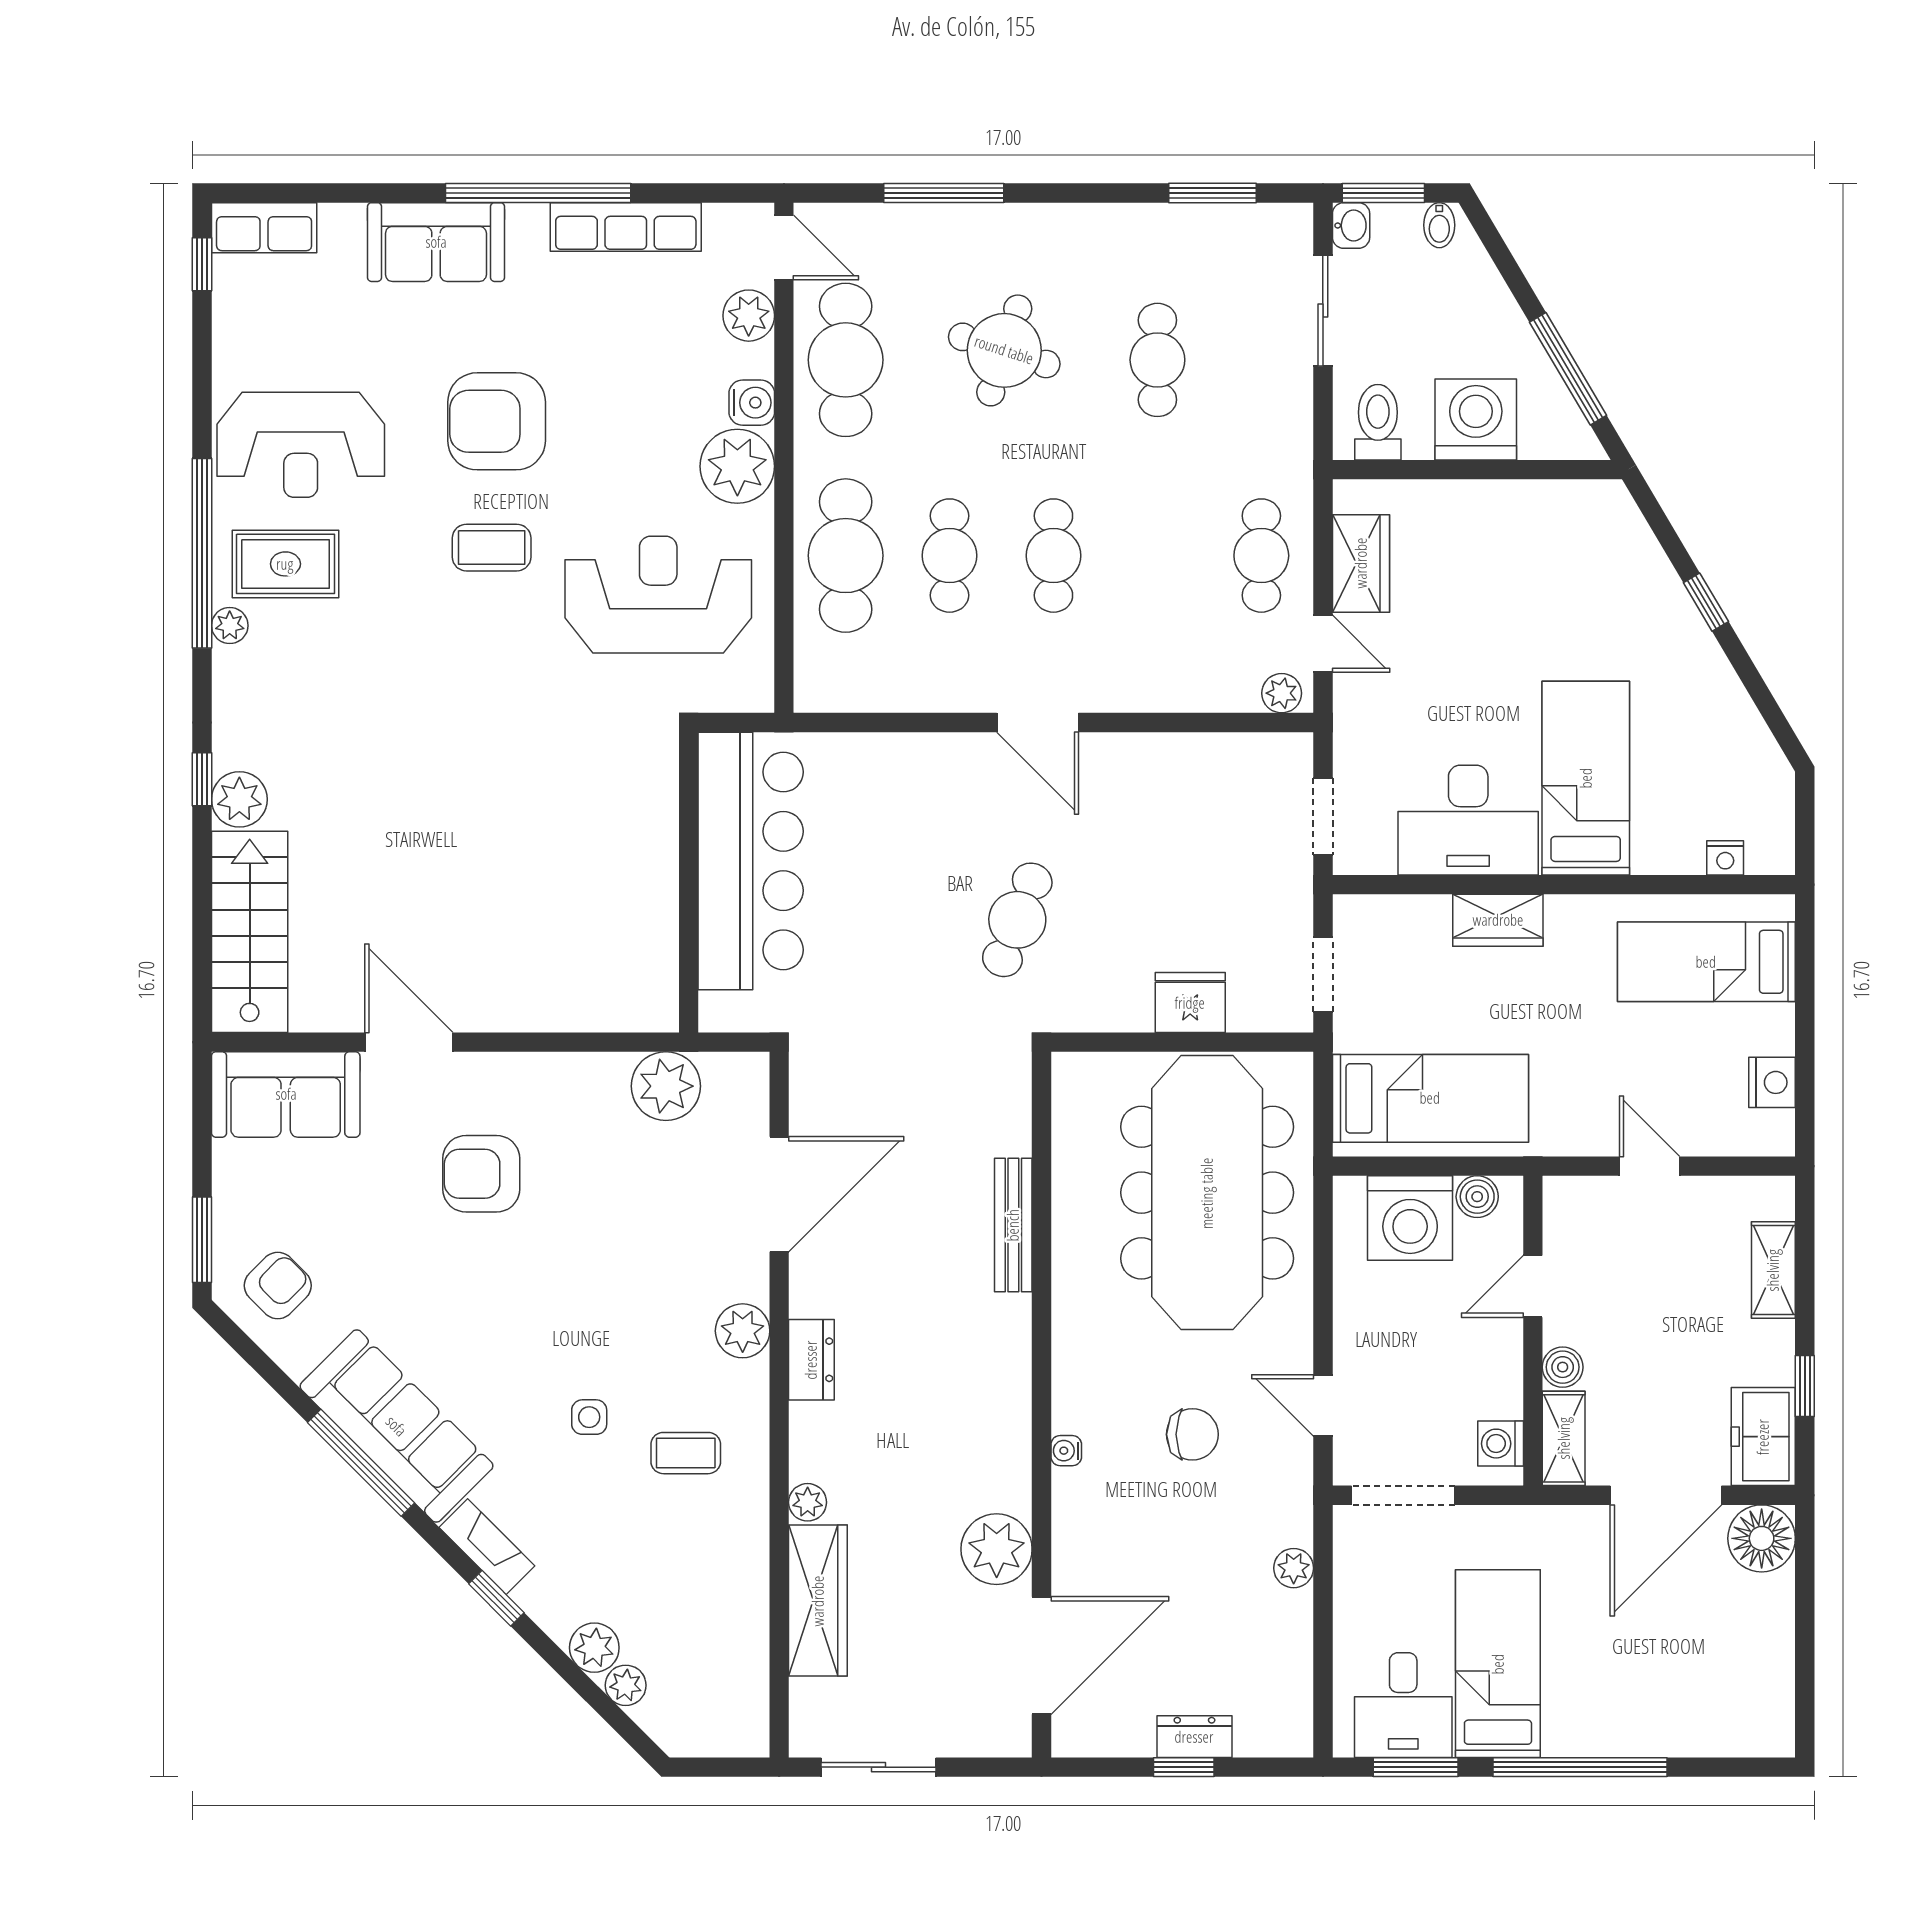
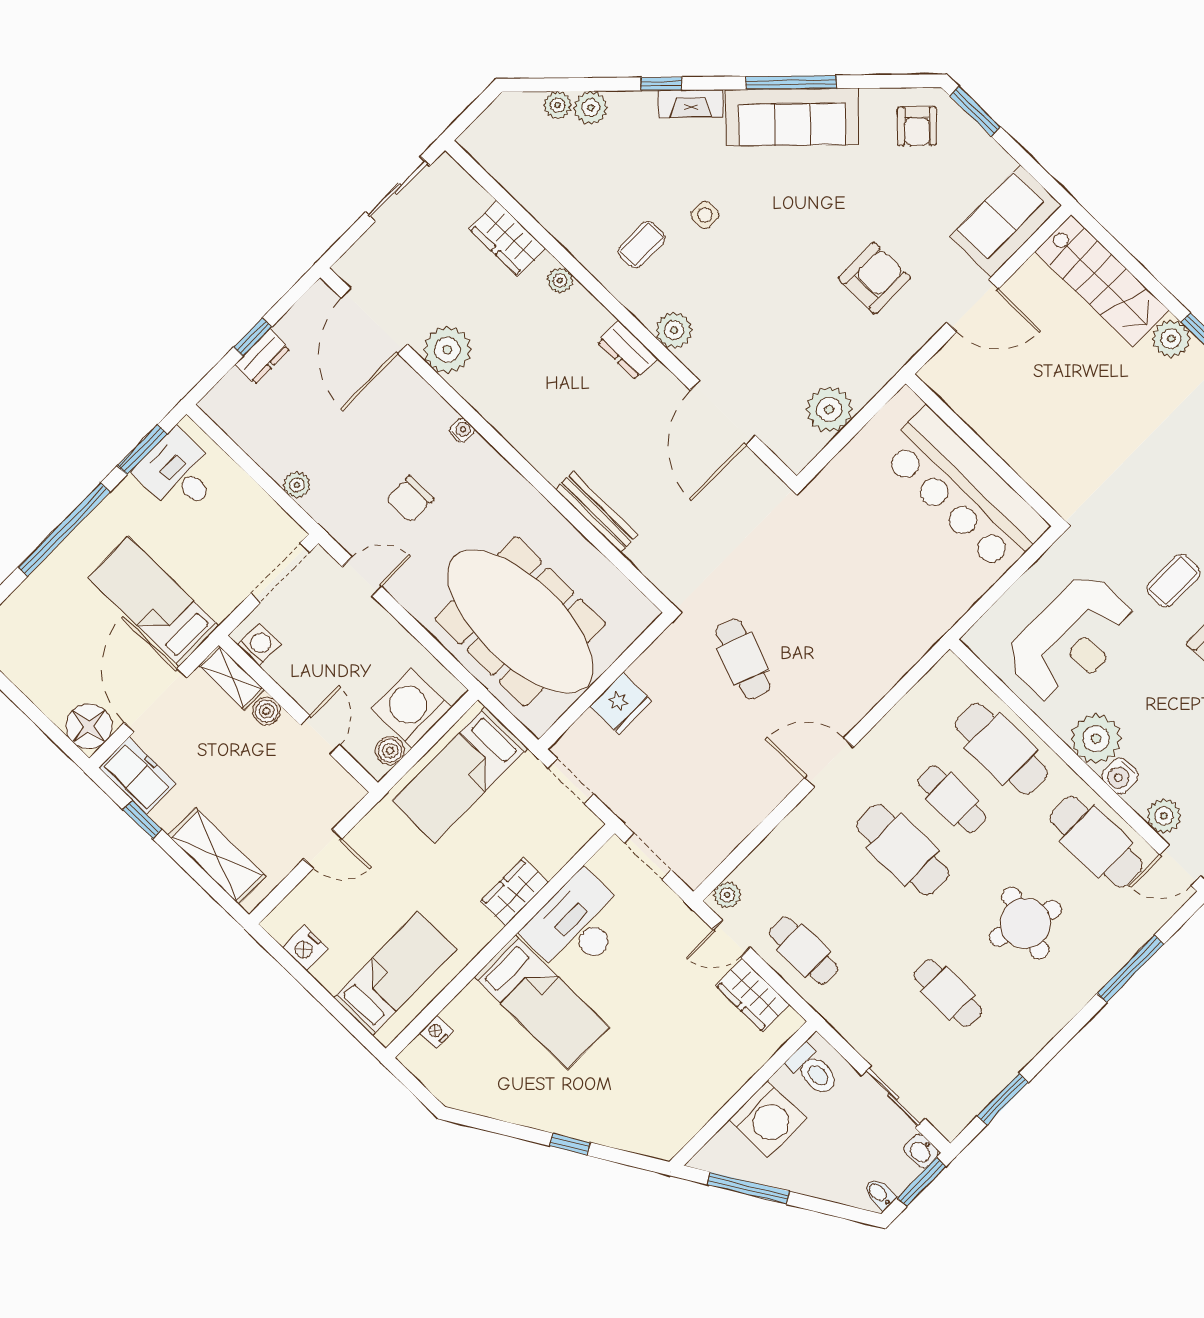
cafe table: (1053, 556) -> (902, 850), width x1.37, depth x1.35
bar counter: (751, 861) -> (964, 490), moved
wall: (689, 882) -> (983, 450), moved
shelving: (1773, 1270) -> (217, 856), width x1.50, depth x1.33
wardrobe: (818, 1601) -> (507, 239), width x0.67
bed: (1498, 1664) -> (154, 602), moved, turned 180

